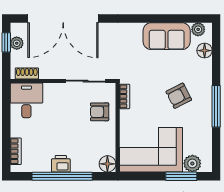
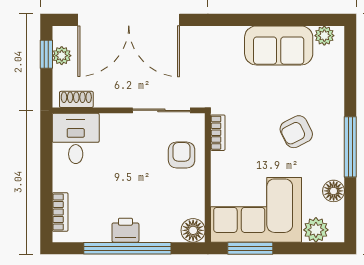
floor lamp: (205, 51) -> (334, 191), moved
armchair: (100, 112) -> (182, 155), turned 90
window: (181, 176) -> (250, 248), moved

